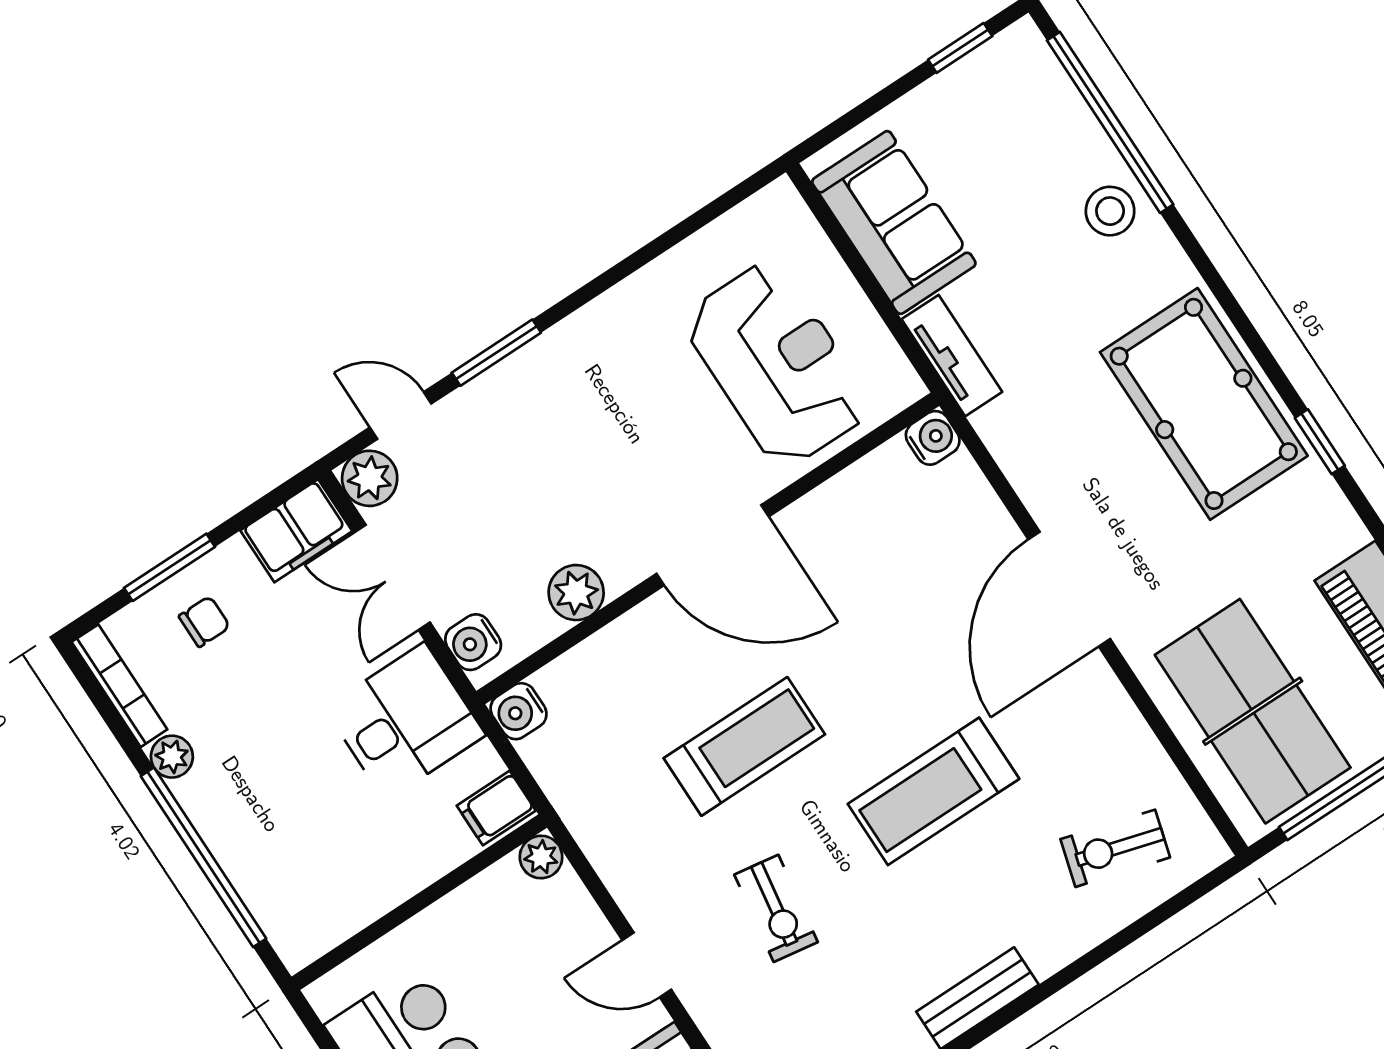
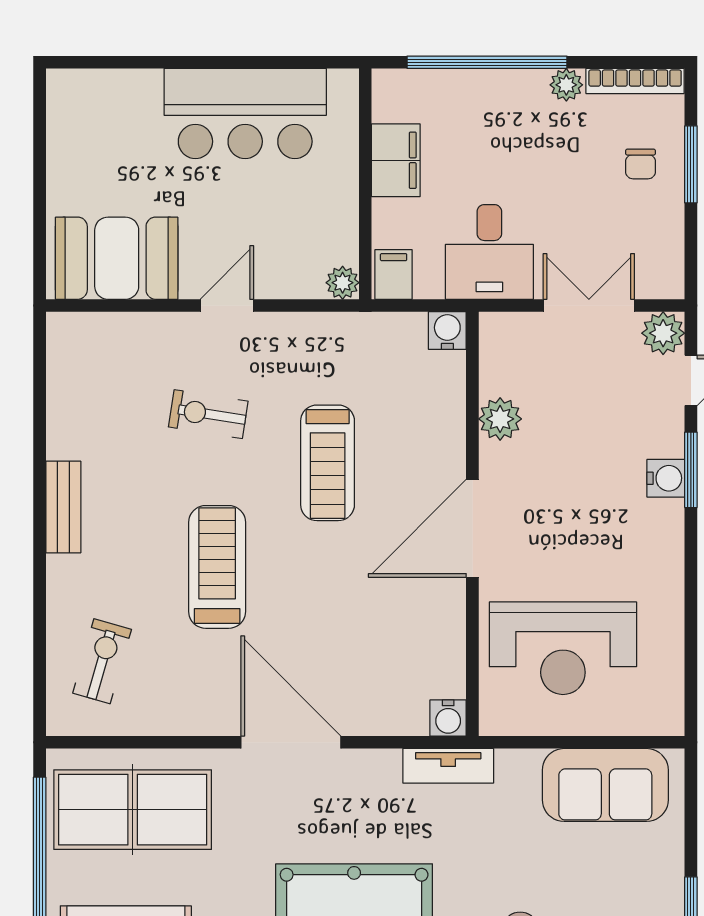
tv unit: (952, 356) -> (448, 766), moved
filing cabinet: (296, 531) -> (396, 160), moved, turned 180
water cooler: (473, 642) -> (666, 478), moved, turned 90

